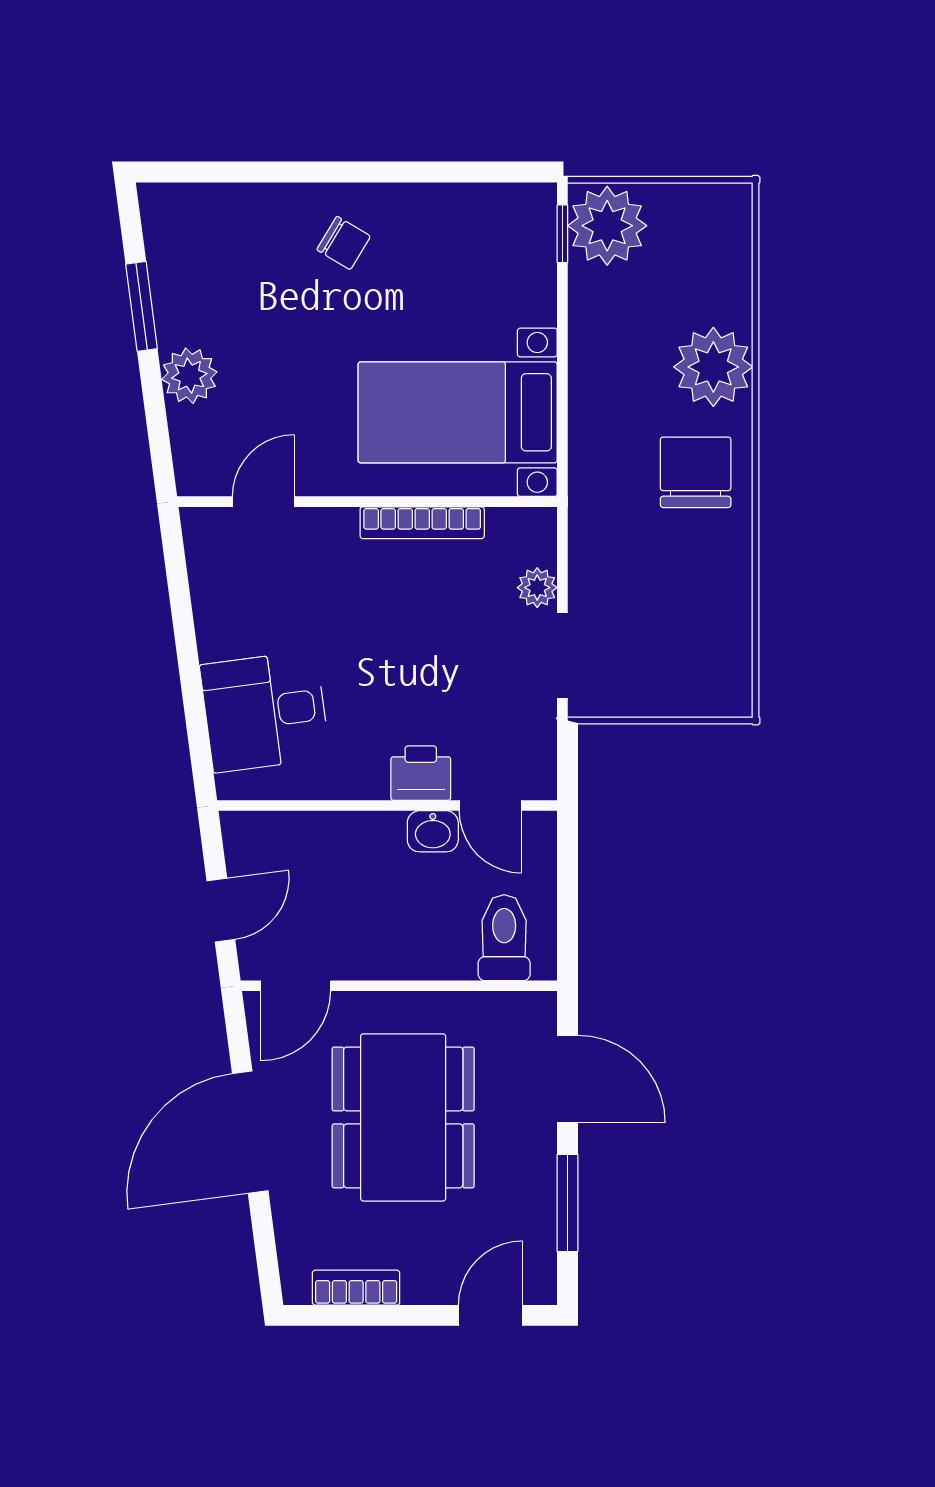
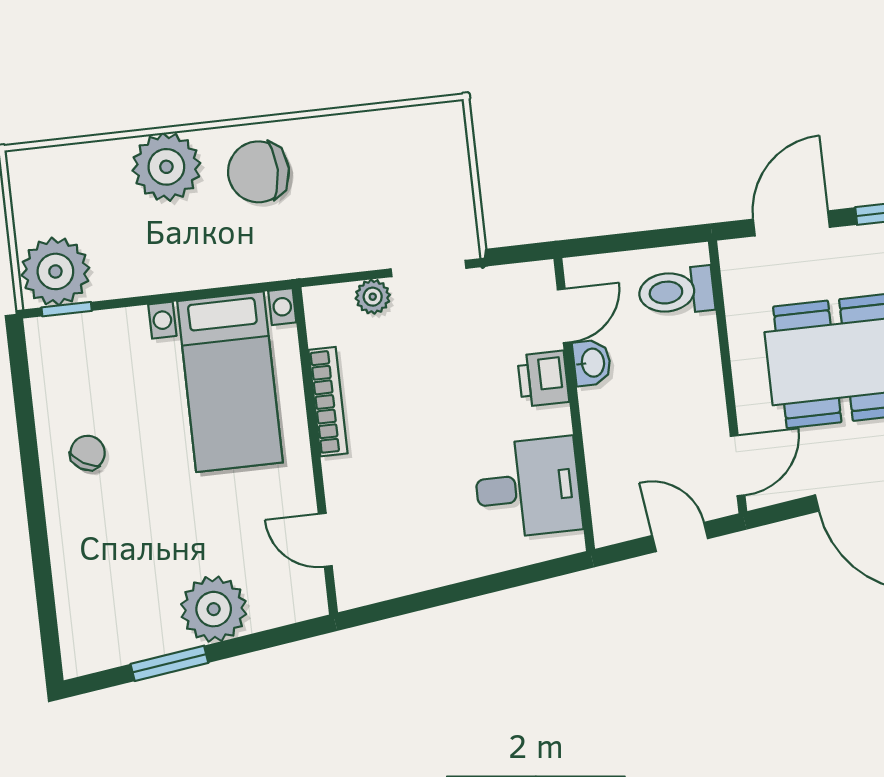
chair: (344, 243) -> (88, 453), moved
plant: (189, 376) -> (214, 609), width x1.36, depth x1.36
desk: (265, 712) -> (528, 488), moved, turned -83
door: (296, 986) -> (738, 466), hinge flipped

